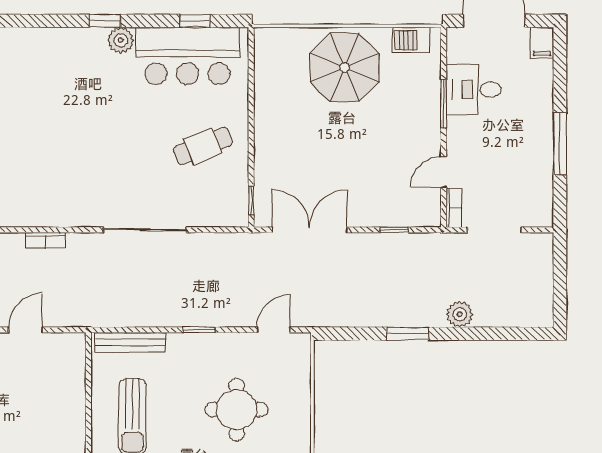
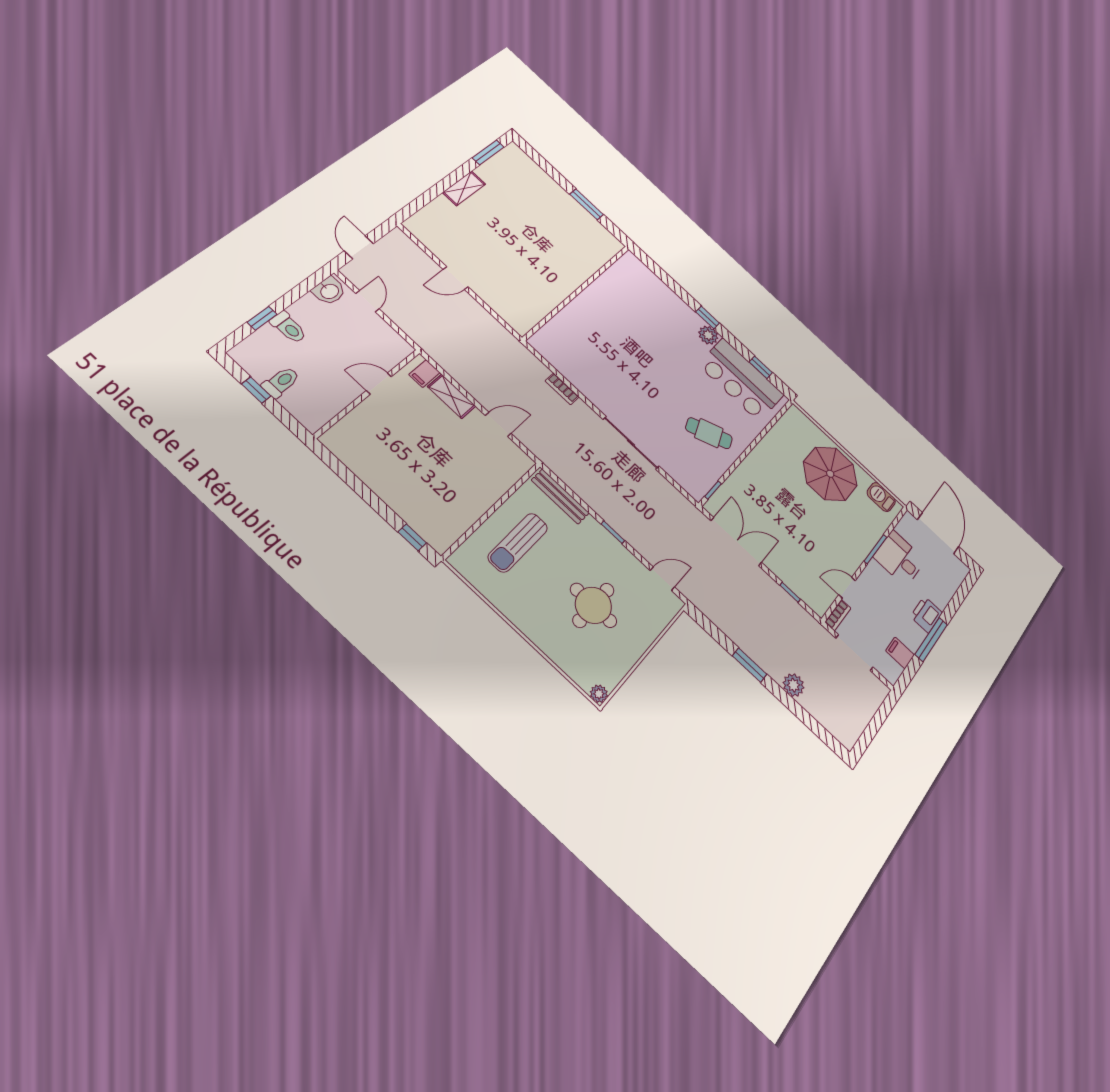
filing cabinet: (542, 43) -> (900, 653), moved, turned 90
printer: (539, 123) -> (926, 615), added

